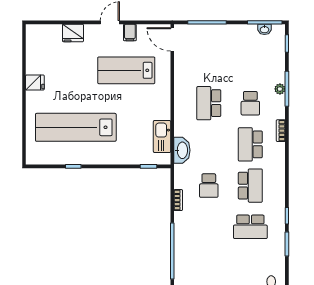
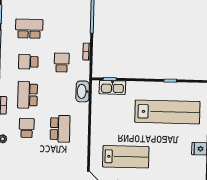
kitchen sink: (162, 137) -> (112, 87), moved, turned 90
school desk: (250, 144) -> (28, 95), turned 180
school desk: (250, 186) -> (28, 62), width x0.54

